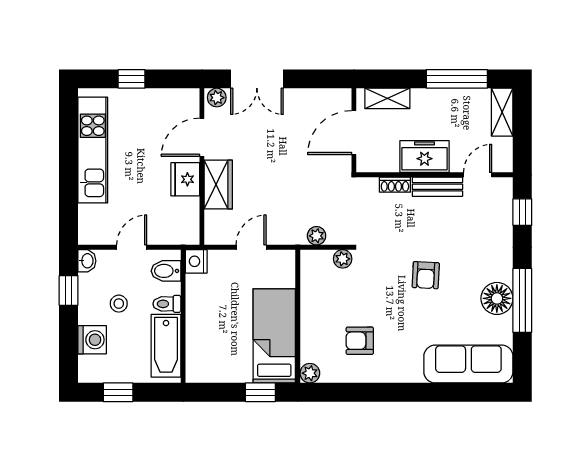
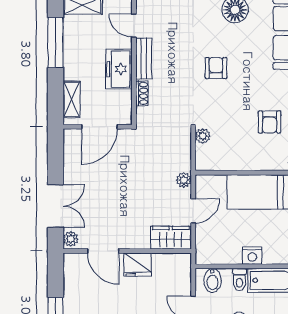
door: (354, 133) -> (99, 127), hinge flipped
wardrobe: (218, 185) -> (171, 238), moved
plant: (317, 236) -> (184, 180), moved
door: (251, 247) -> (193, 211), swing flipped
nightstand: (196, 261) -> (252, 256), moved
armchair: (426, 275) -> (216, 68), turned -93

